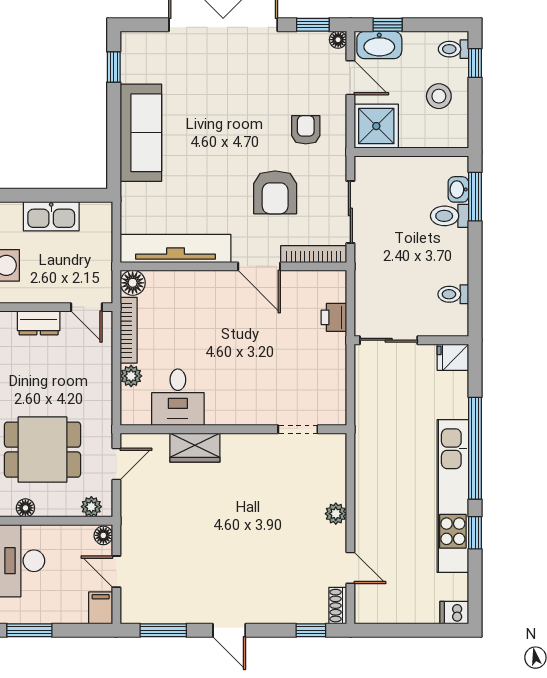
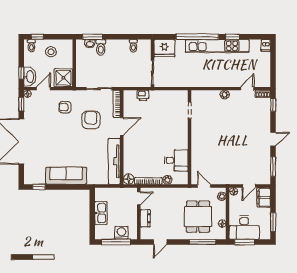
armchair: (275, 192) -> (91, 120), turned -90
fridge: (453, 357) -> (164, 48), width x1.88, depth x1.34
wardrobe: (195, 448) -> (197, 153), removed
filing cabinet: (101, 608) -> (264, 197), width x2.00

